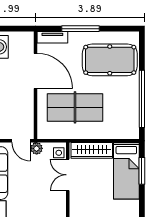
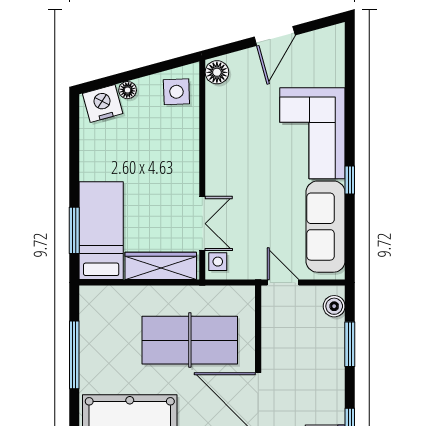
window: (142, 99) -> (74, 355), width x0.68
plant: (37, 148) -> (256, 269), removed

